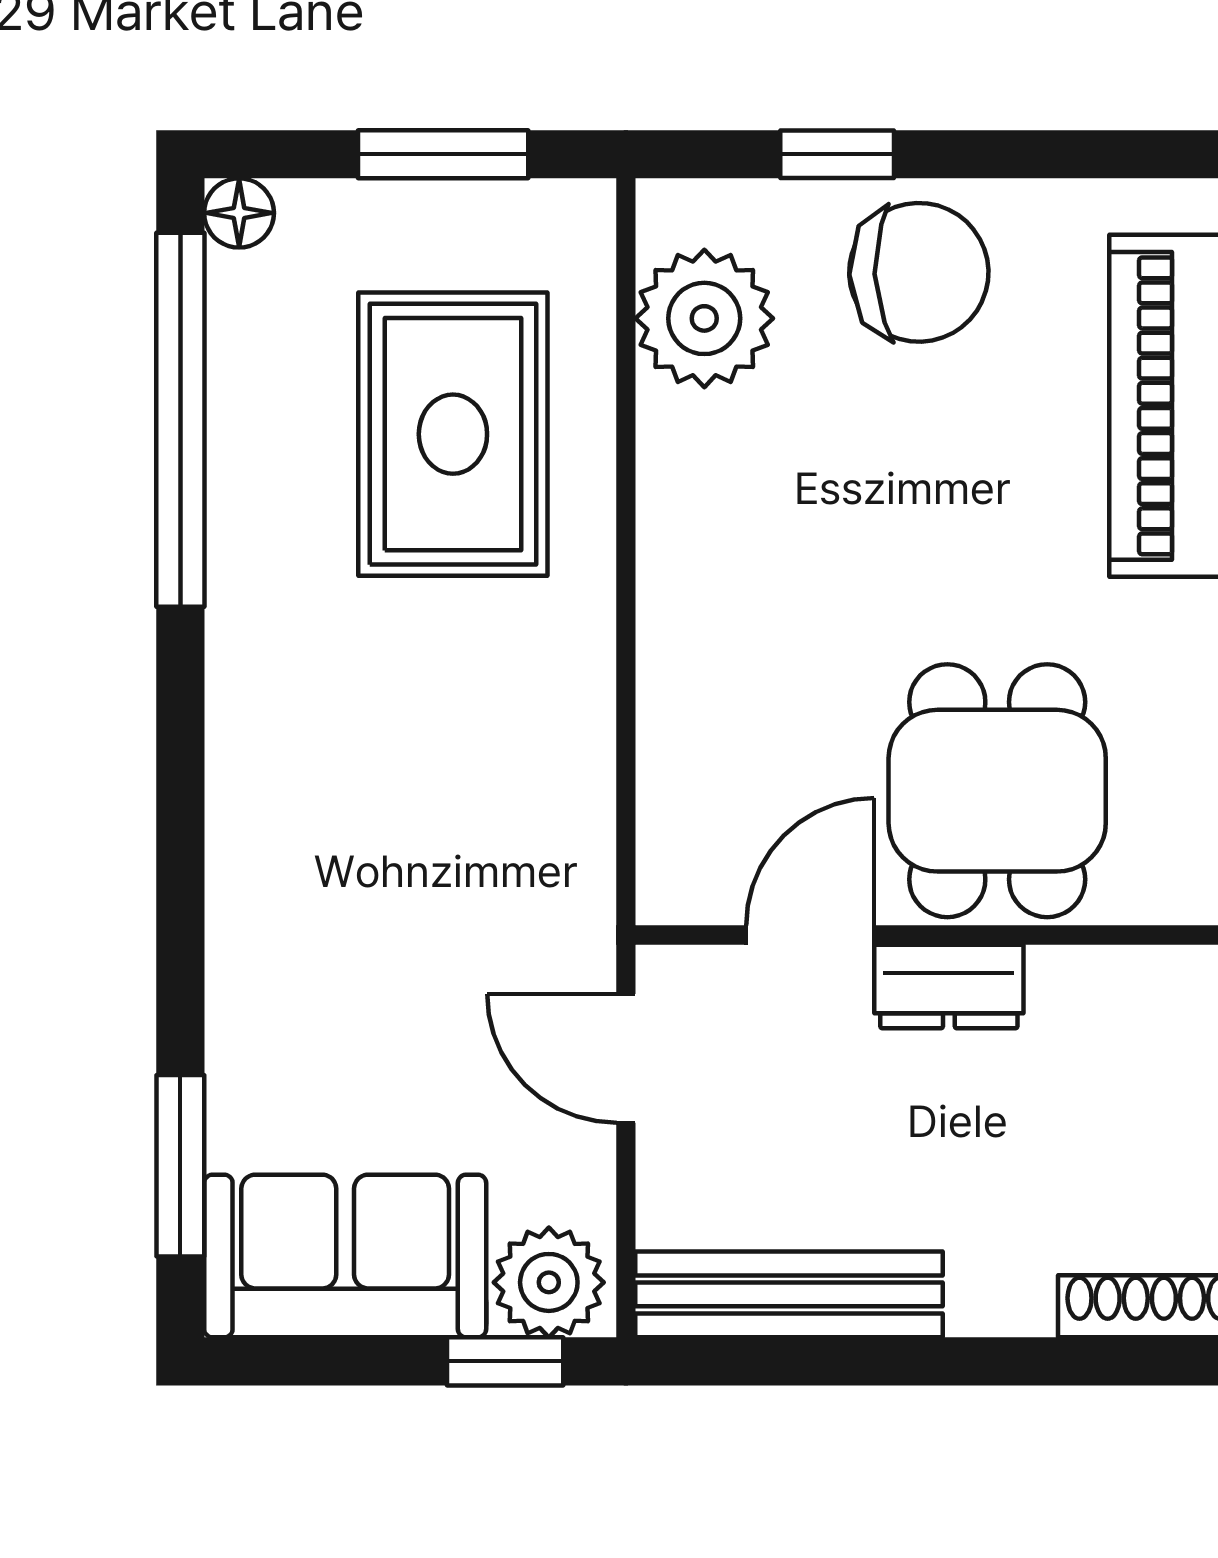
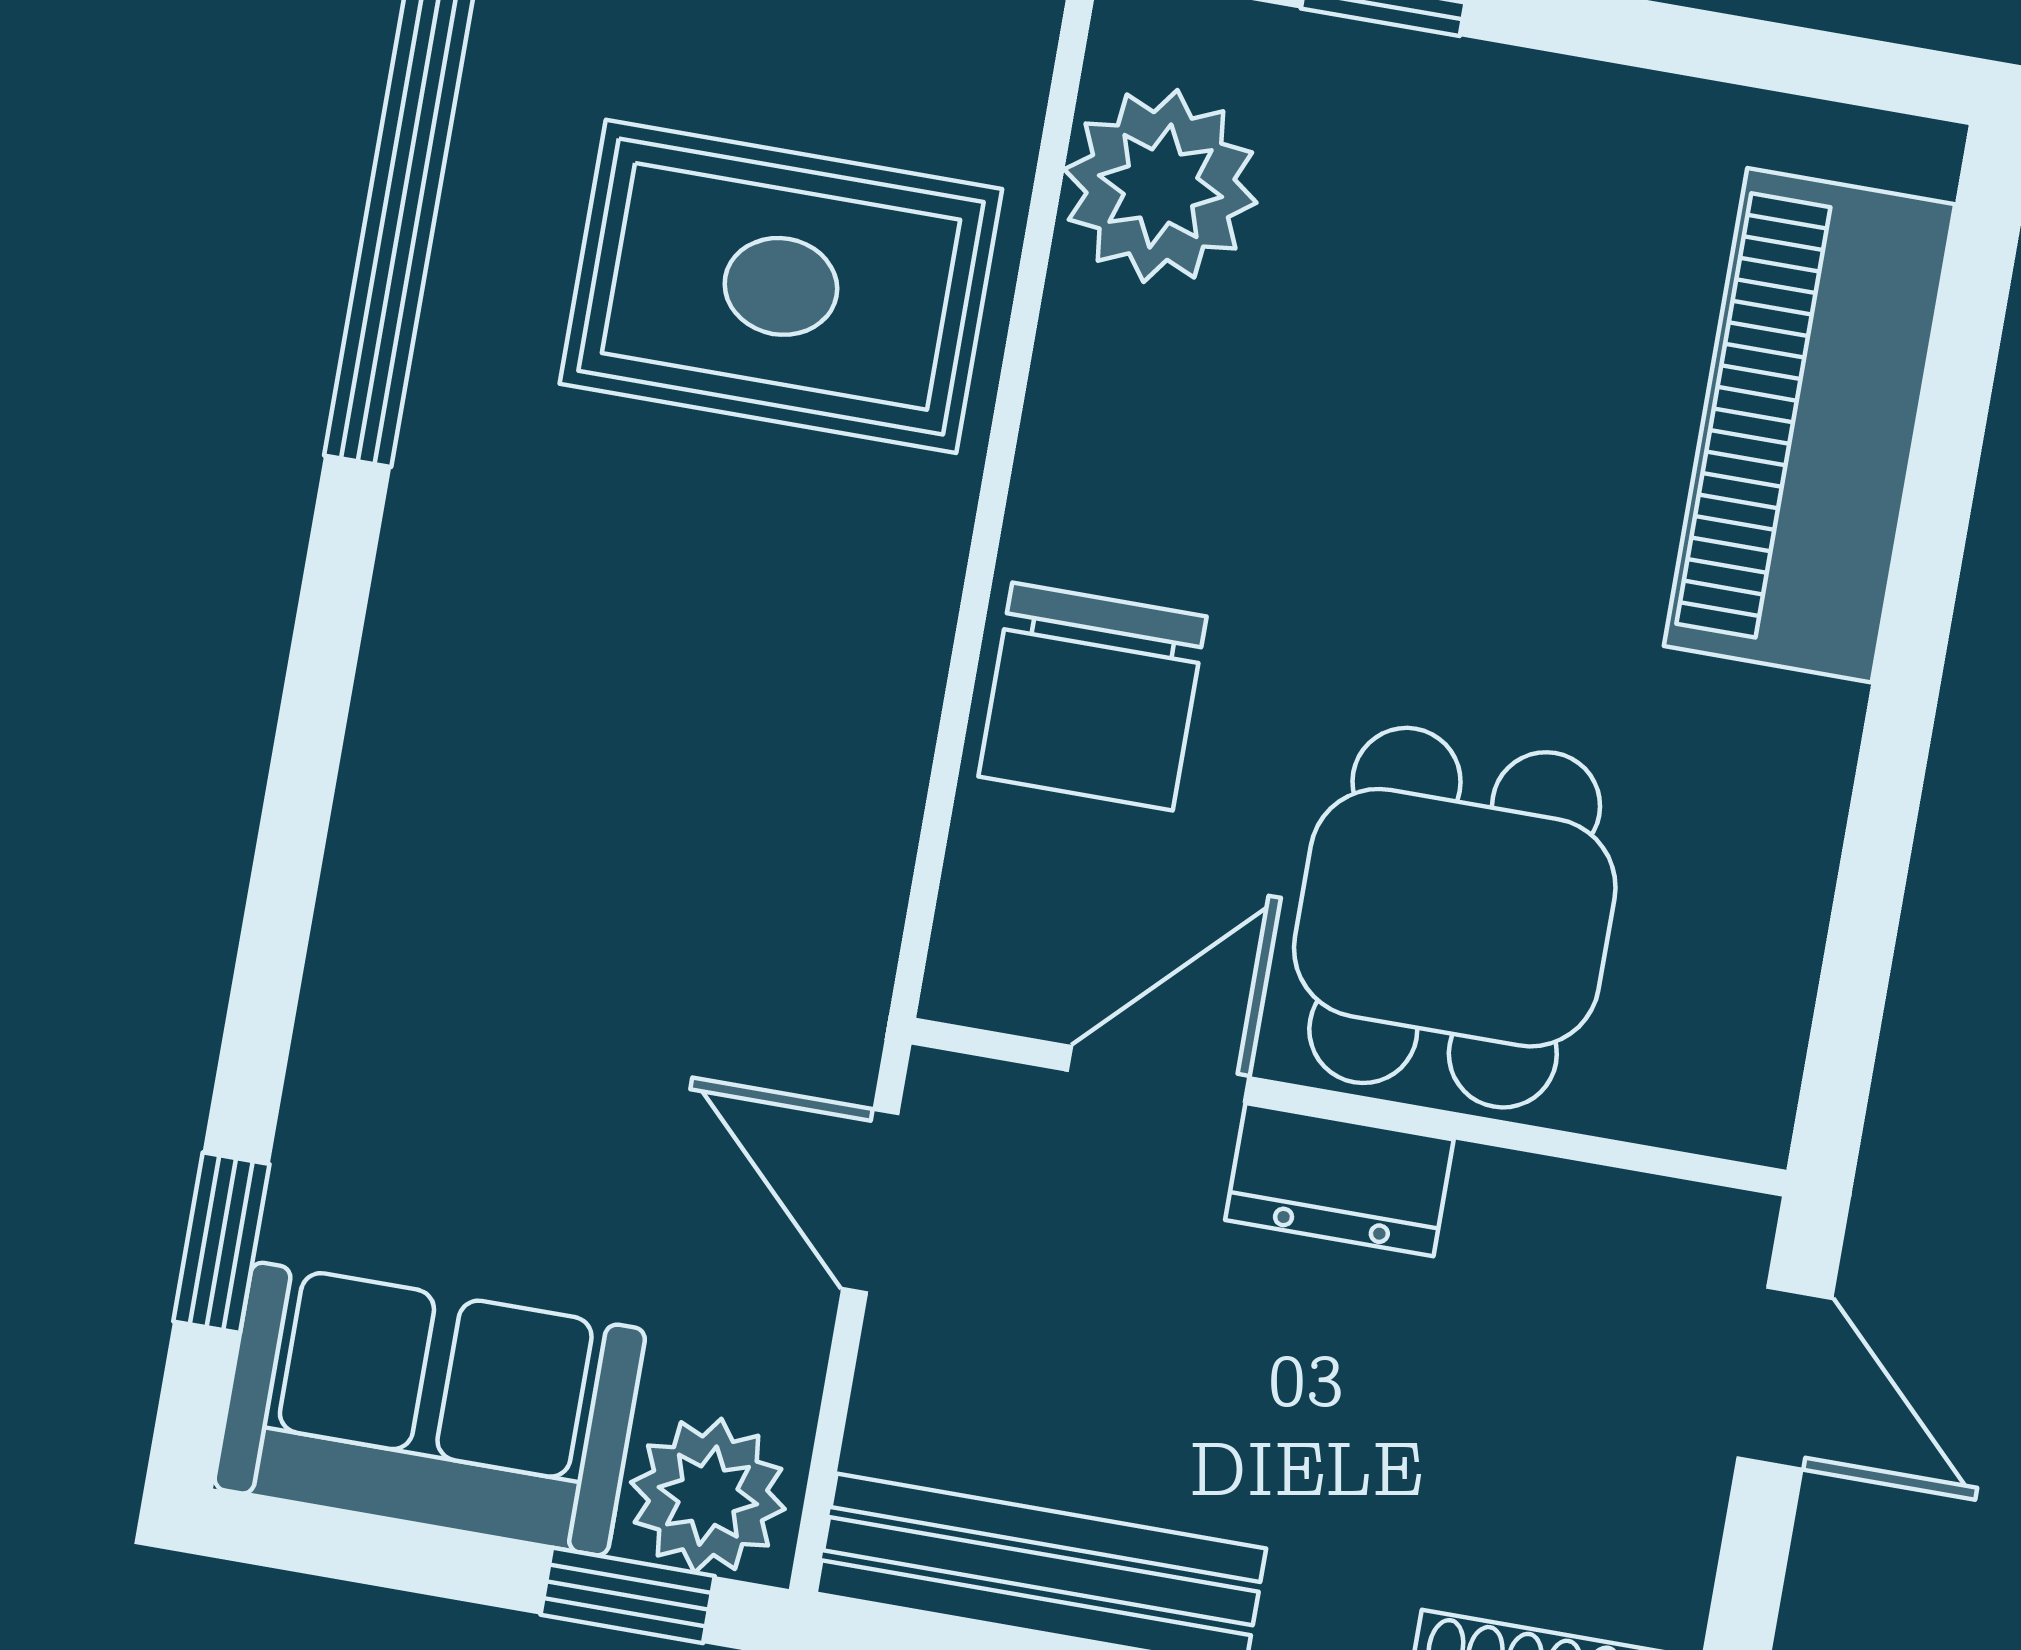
chair: (919, 272) -> (1092, 697), moved, turned 92
rug: (453, 434) -> (781, 286), turned 90
window: (180, 1166) -> (221, 1243), width x0.67

